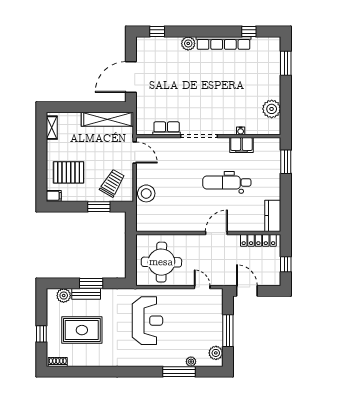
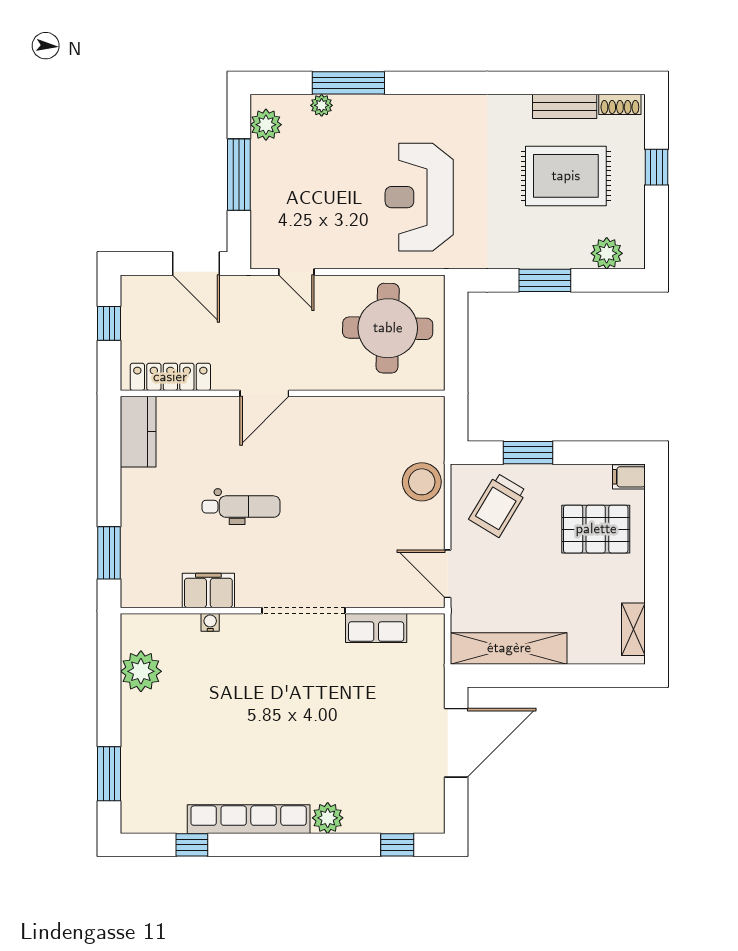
dental chair: (227, 182) -> (241, 507), width x0.73, depth x0.72
bench: (86, 294) -> (565, 106), moved

